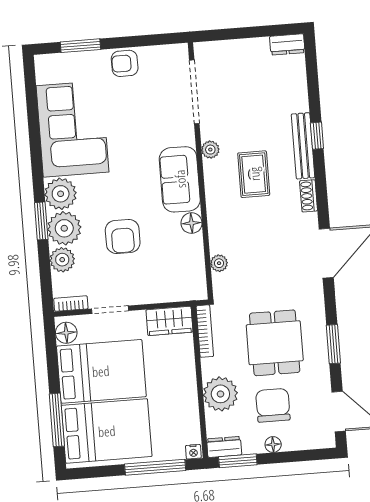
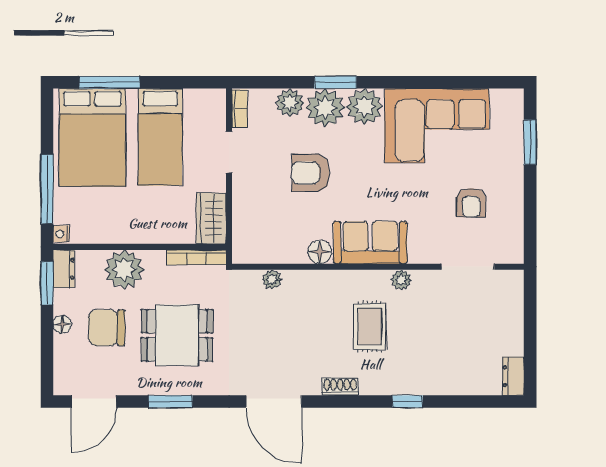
armchair: (125, 63) -> (471, 203), moved, turned 180
doorway: (194, 92) -> (468, 267), width x0.73
bench: (303, 146) -> (397, 385), removed
rug: (254, 174) -> (370, 327), turned 90
floor lamp: (66, 333) -> (207, 101), removed
bed: (101, 371) -> (160, 137), width x0.67
chair: (273, 405) -> (107, 328), turned 180

